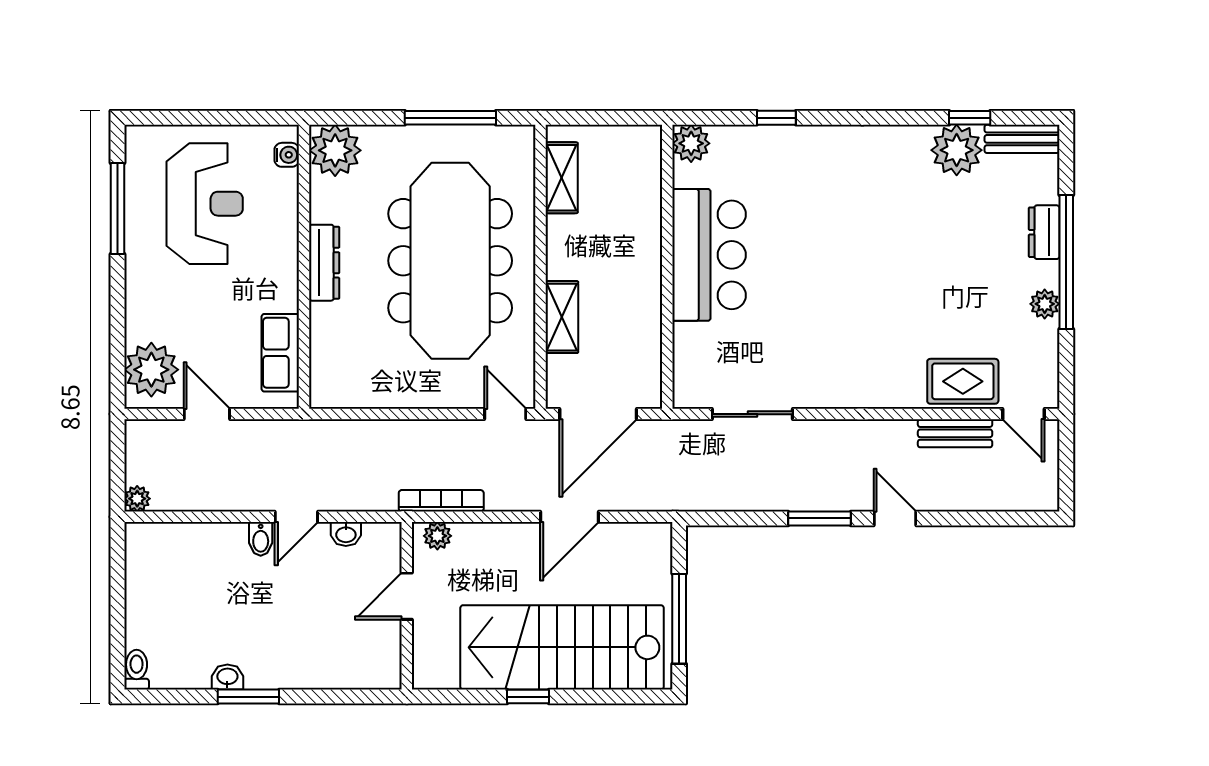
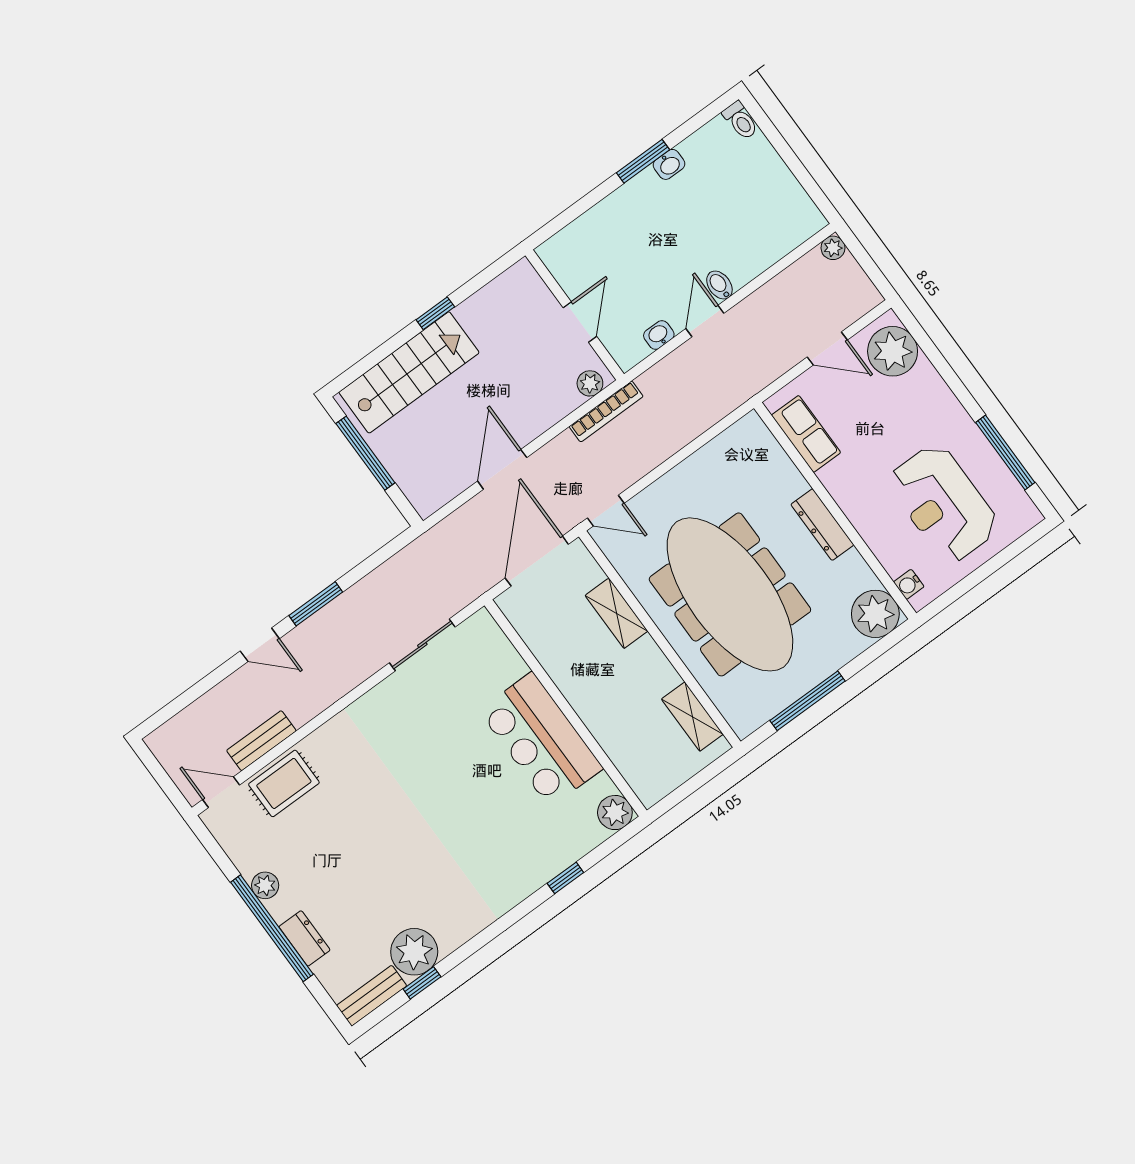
stairs: (562, 647) -> (409, 372), width x0.73, depth x0.66

